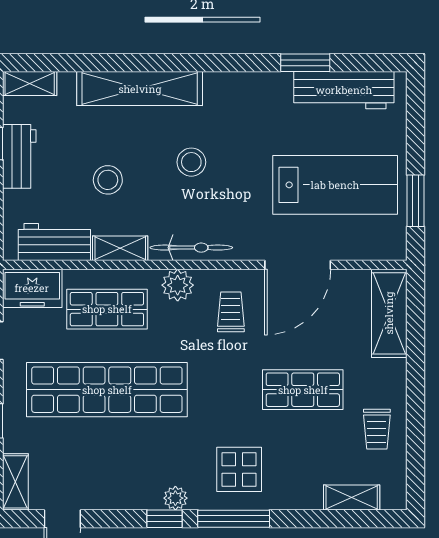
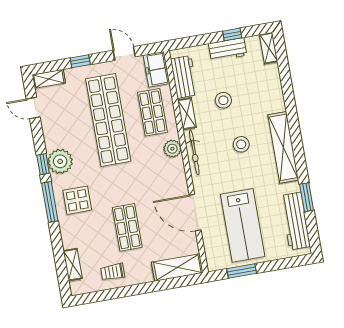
shelving: (140, 89) -> (283, 147), moved
trolley: (231, 312) -> (163, 180), removed
plant: (175, 498) -> (60, 161), width x1.87, depth x1.87

